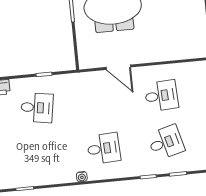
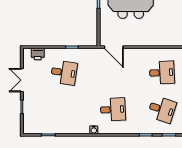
door: (118, 67) -> (114, 47), moved
desk: (166, 142) -> (162, 109), turned 33

